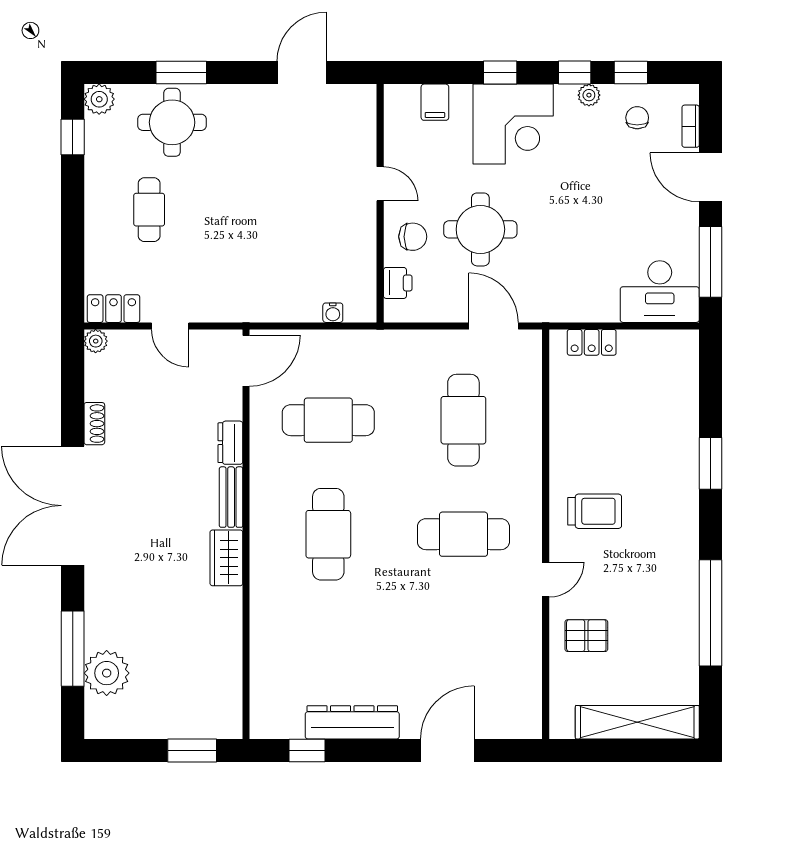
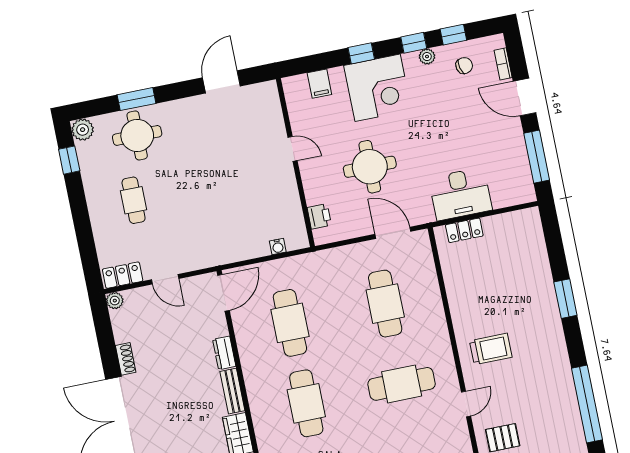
chair: (637, 118) -> (464, 66), turned 76
chair: (413, 237) -> (323, 182), removed
desk: (660, 292) -> (460, 194), moved
cafe table: (328, 420) -> (290, 323), turned 90

